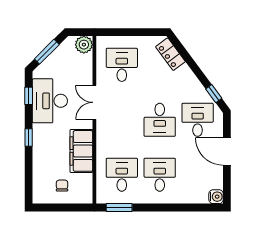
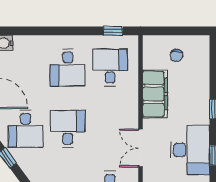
double door: (94, 102) -> (140, 148), swing flipped
desk: (122, 175) -> (110, 67), turned 180
window: (119, 208) -> (113, 31), width x0.67

